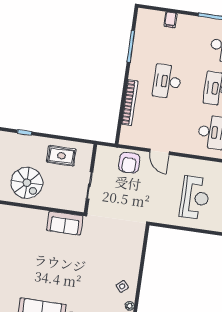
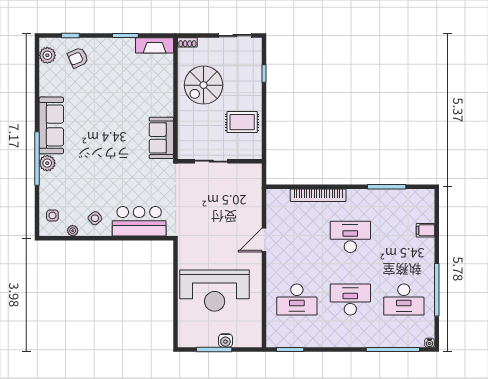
rug: (61, 156) -> (242, 122), turned 90
armchair: (129, 163) -> (246, 205), removed
reception desk: (195, 198) -> (215, 291), width x1.36, depth x1.30
bar counter: (130, 251) -> (139, 221), added

